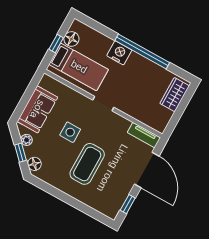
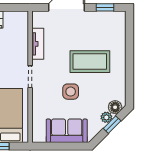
tv unit: (144, 135) -> (38, 44), moved
plant: (26, 140) -> (106, 117), moved

